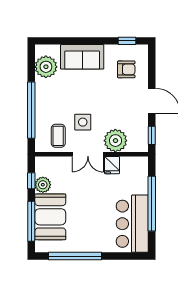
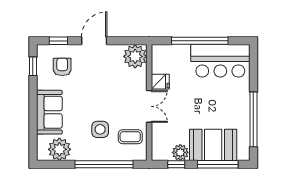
side table: (83, 122) -> (100, 129), moved
window: (152, 135) -> (58, 41), moved
plant: (115, 141) -> (135, 56), moved

